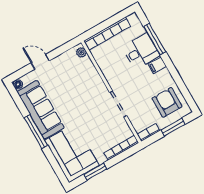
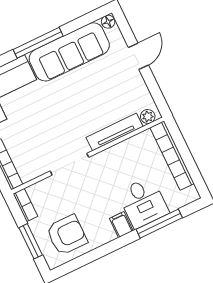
tv unit: (94, 75) -> (114, 132), added

